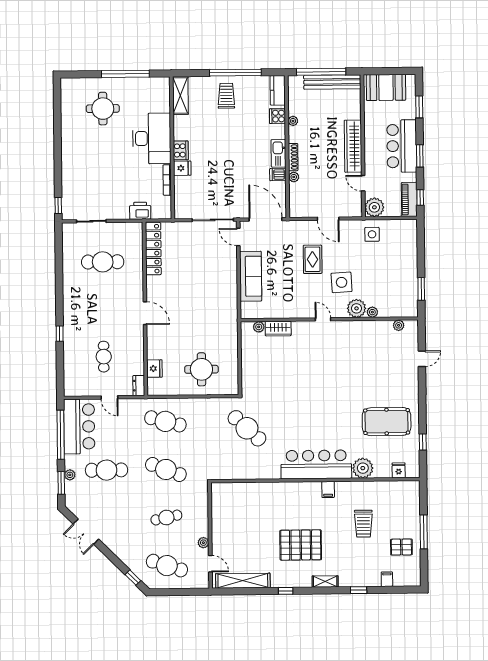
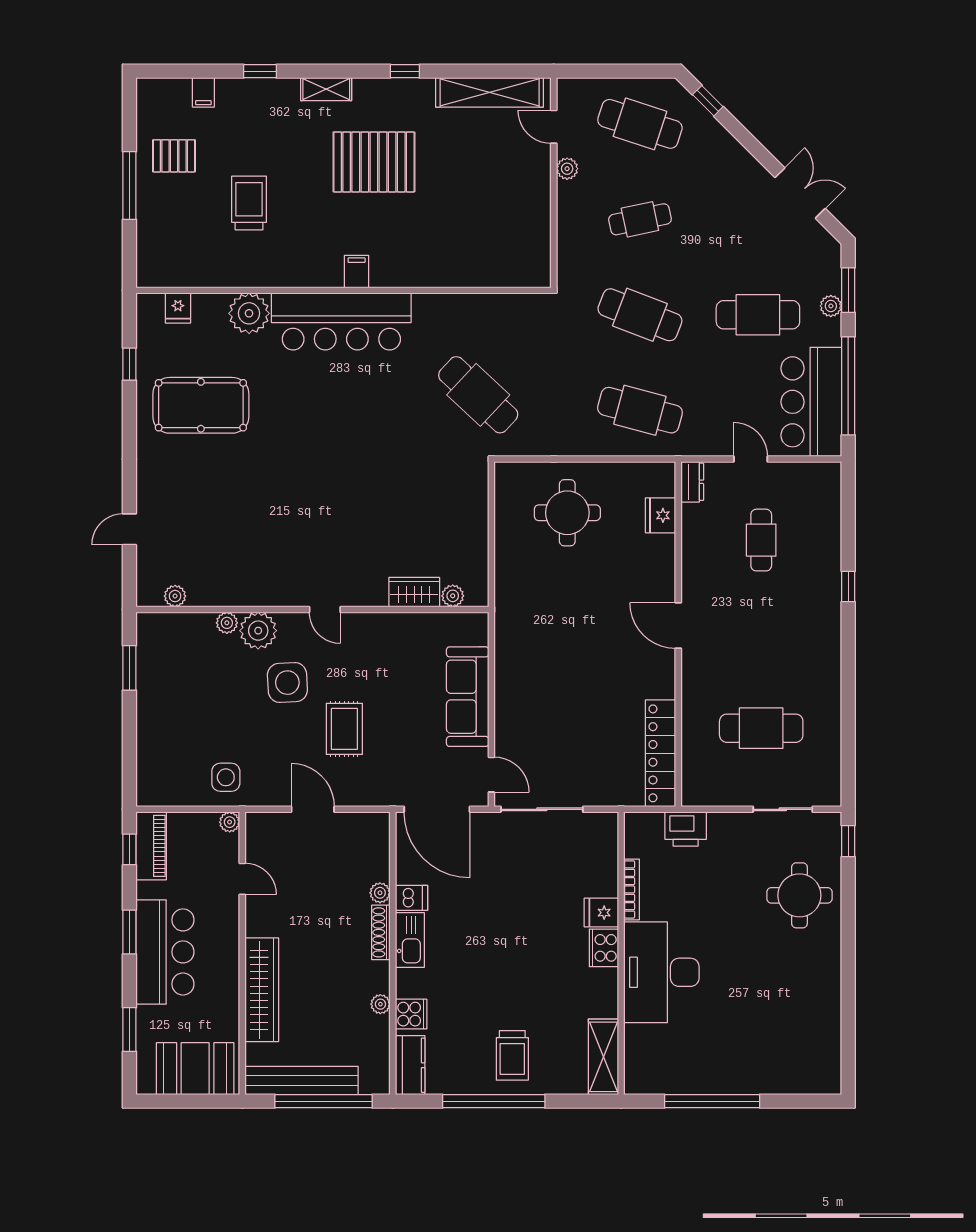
round table: (103, 109) -> (799, 895), moved
wardrobe: (353, 146) -> (262, 990), moved
plant: (374, 207) -> (230, 822), width x0.53, depth x0.53
filing cabinet: (328, 489) -> (357, 272), moved

